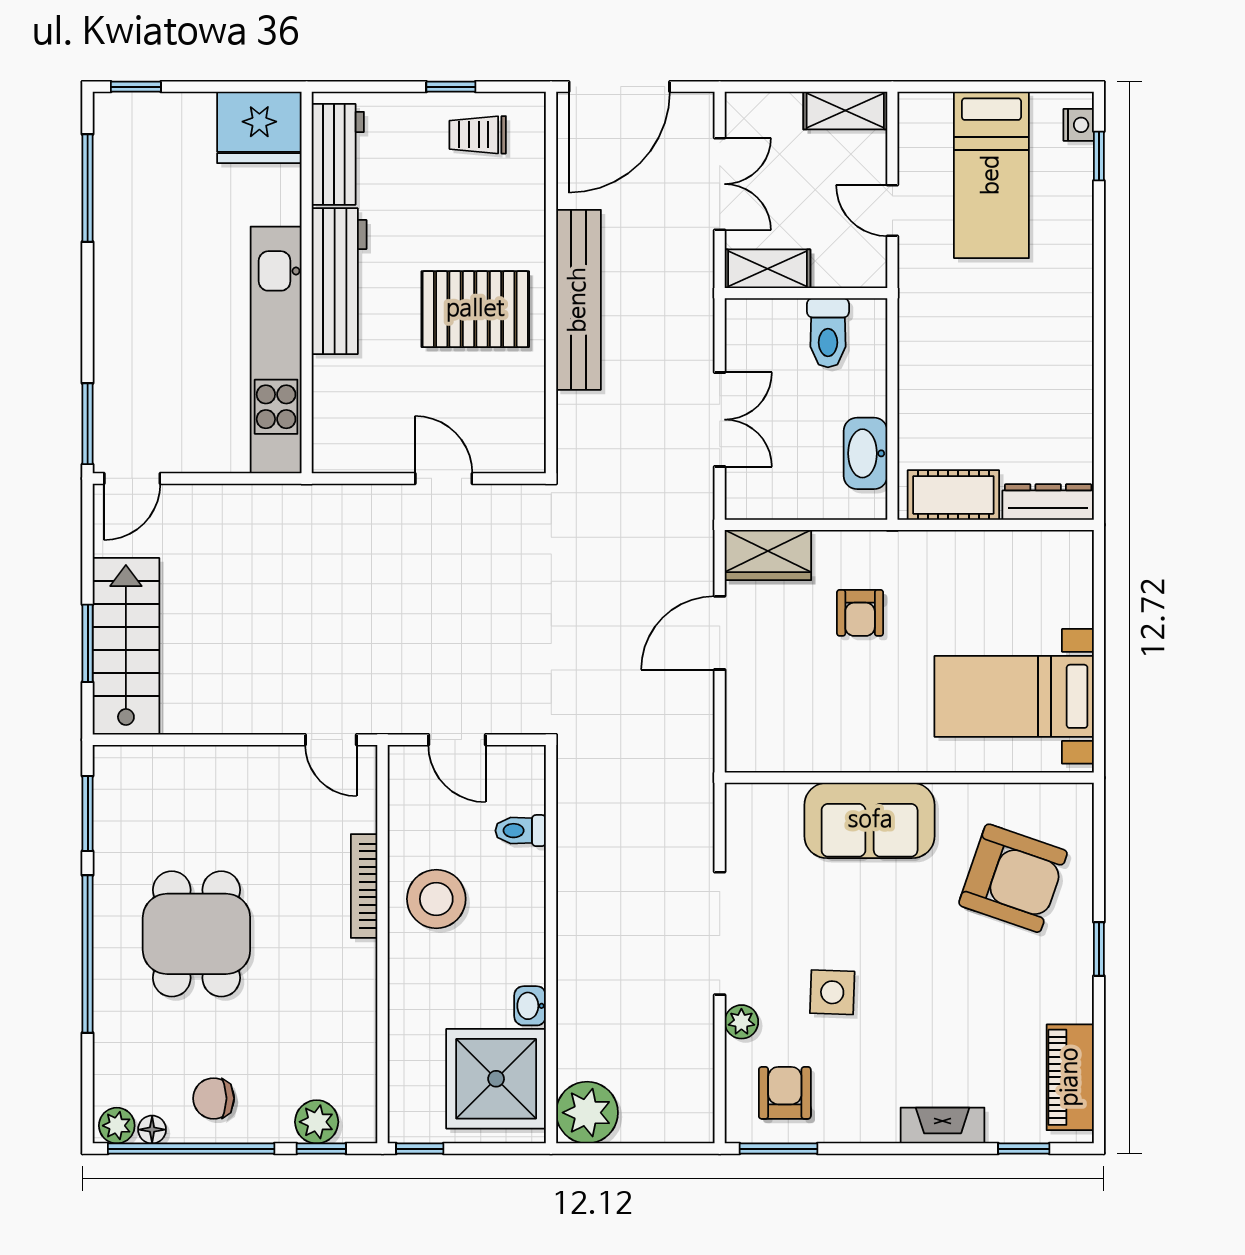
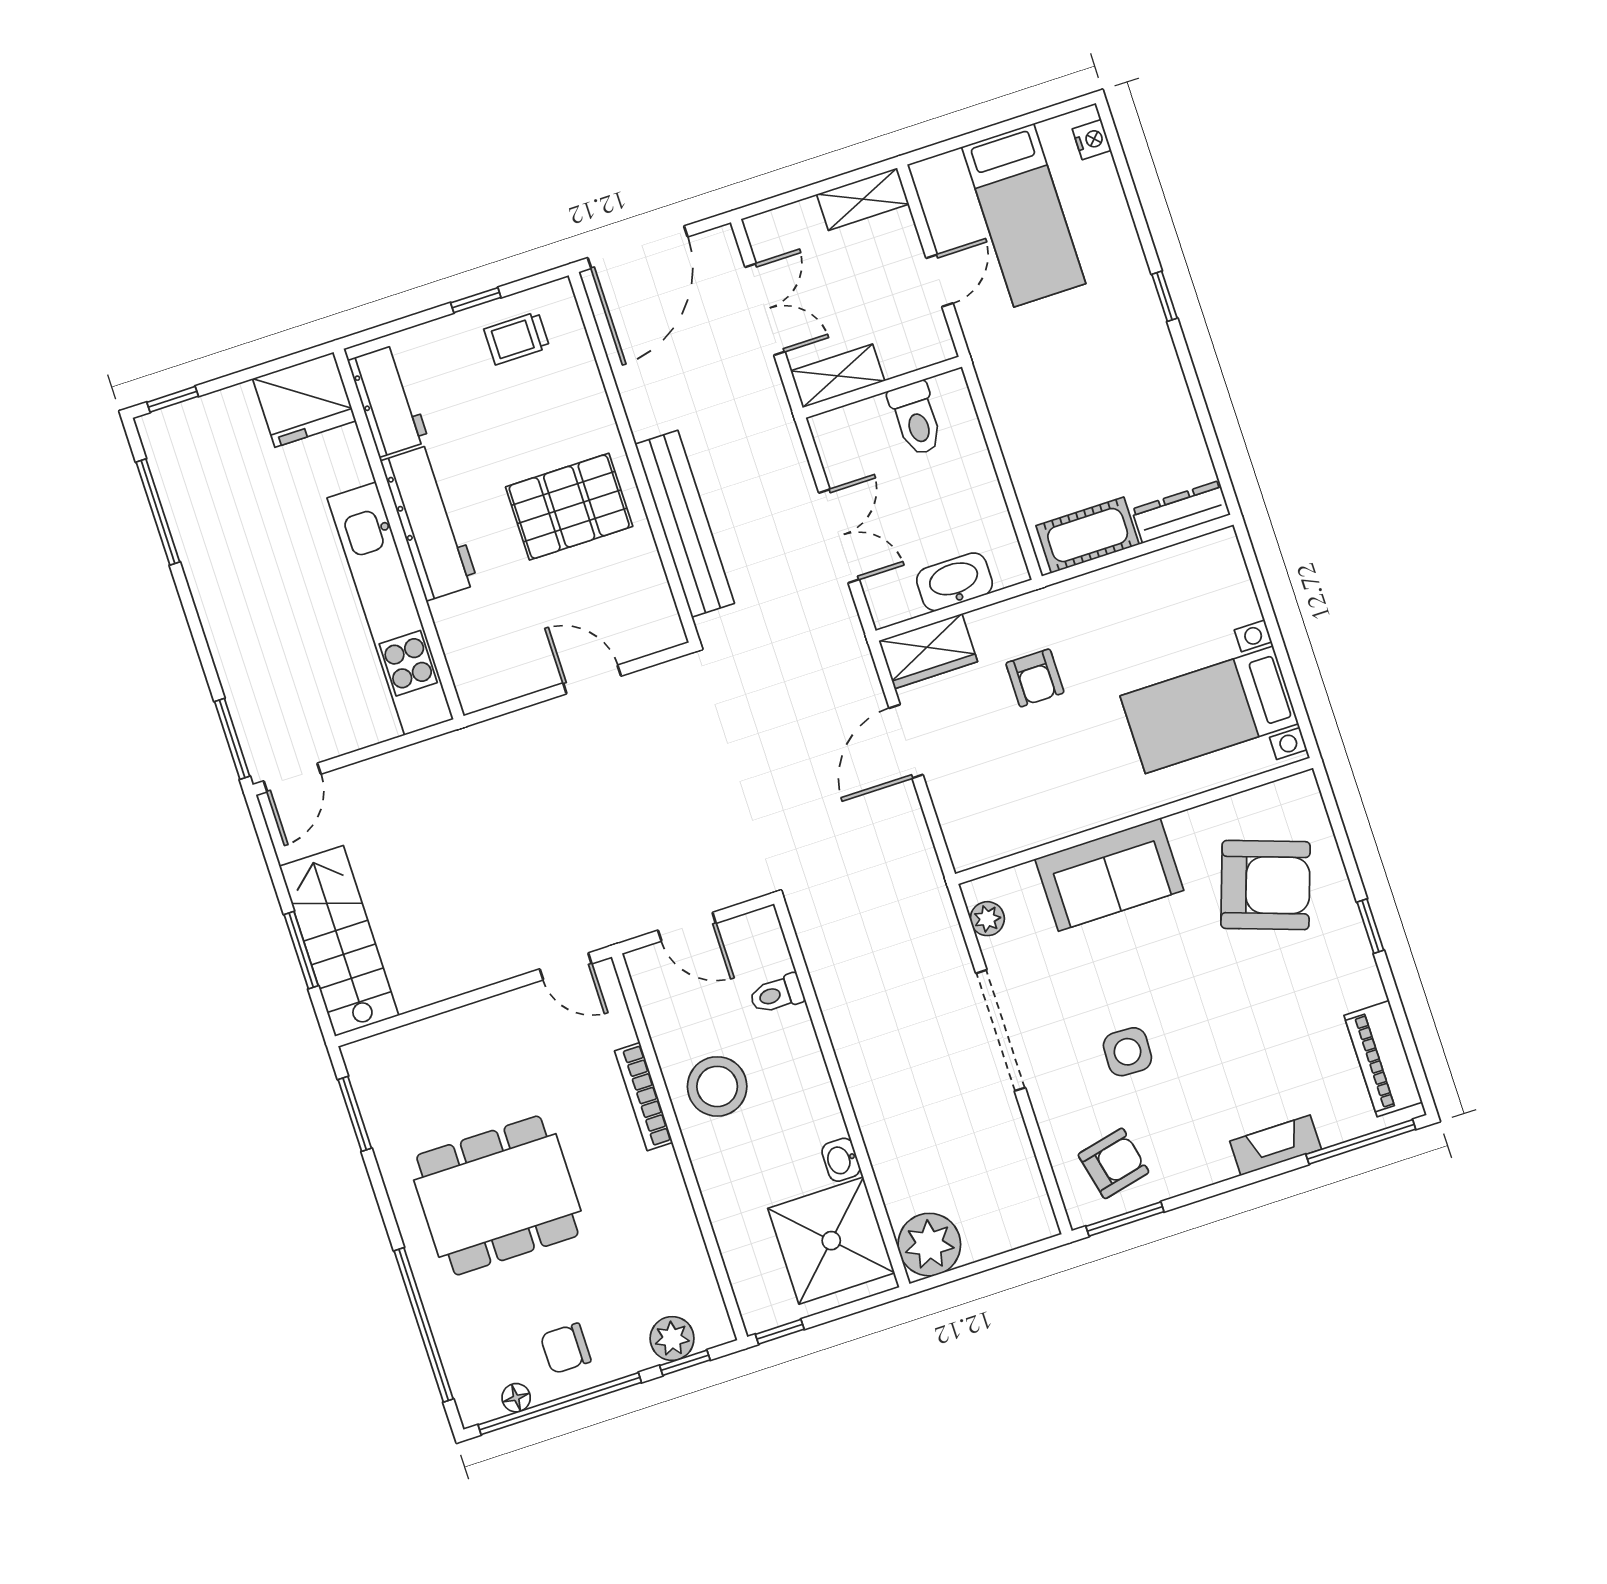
window: (1099, 156) -> (1165, 296), moved
door: (892, 211) -> (940, 281), swing flipped
bench: (578, 300) -> (685, 524), moved
washbasin: (866, 453) -> (955, 582), moved, turned 90
dining table: (196, 934) -> (497, 1195), width x1.38
window: (88, 954) -> (424, 1325), moved
plant: (741, 1022) -> (987, 919), moved
armchair: (785, 1093) -> (1113, 1163), turned 77
plant: (117, 1126) -> (481, 1405), removed
window: (1024, 1149) -> (1361, 1142), width x2.17

